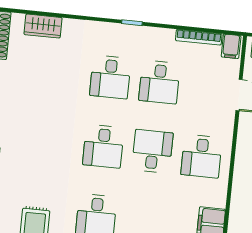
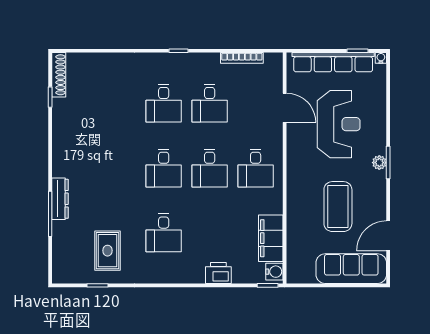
wardrobe: (43, 26) -> (96, 62), removed
filing cabinet: (231, 46) -> (273, 63), removed
desk: (152, 151) -> (210, 168), turned 180

